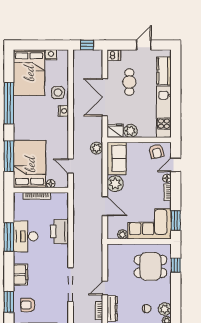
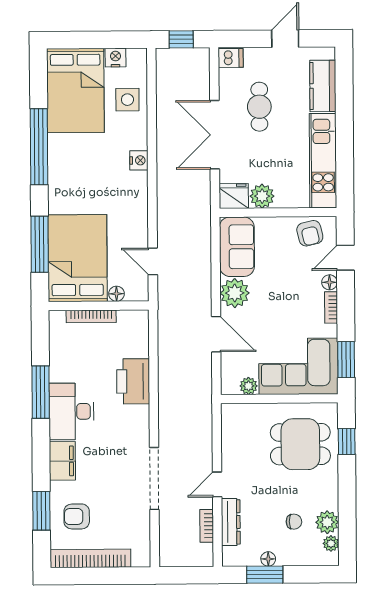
side table: (58, 93) -> (127, 100), moved
plant: (97, 148) -> (200, 228), removed
desk: (26, 236) -> (71, 411), moved

